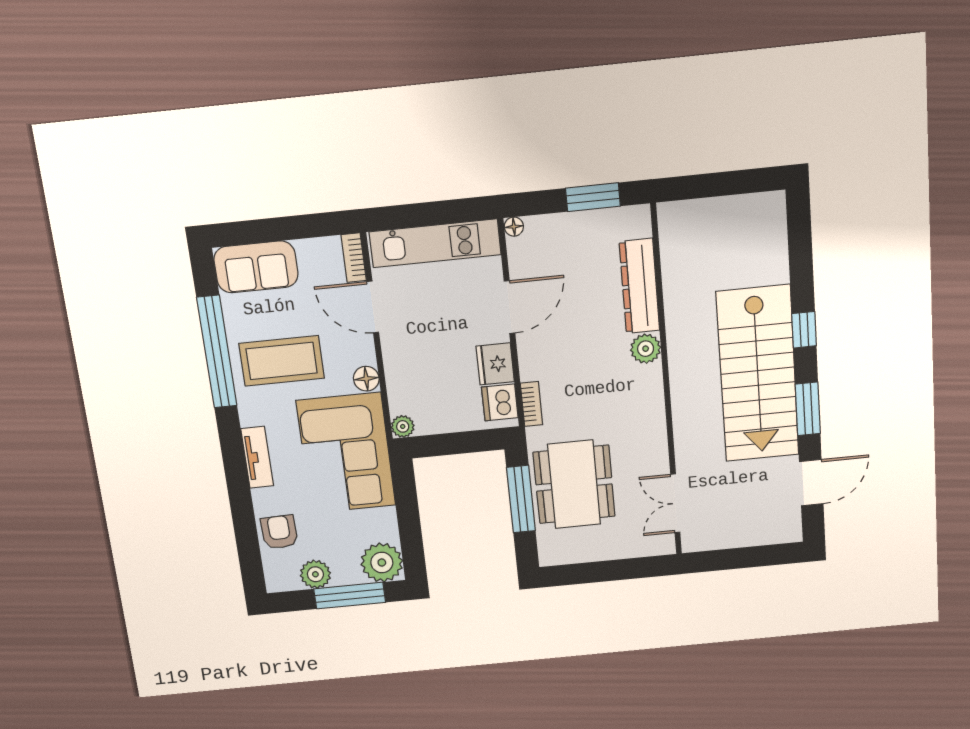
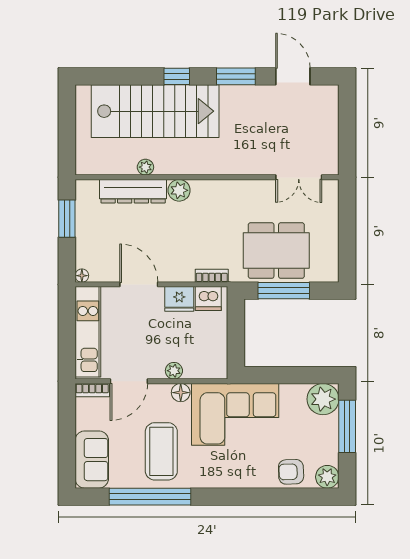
plant: (674, 300) -> (145, 167), added
stairs: (758, 374) -> (155, 111), moved
plant: (403, 426) -> (174, 371), moved
tv unit: (257, 457) -> (232, 480), removed
plant: (315, 574) -> (327, 477), moved

